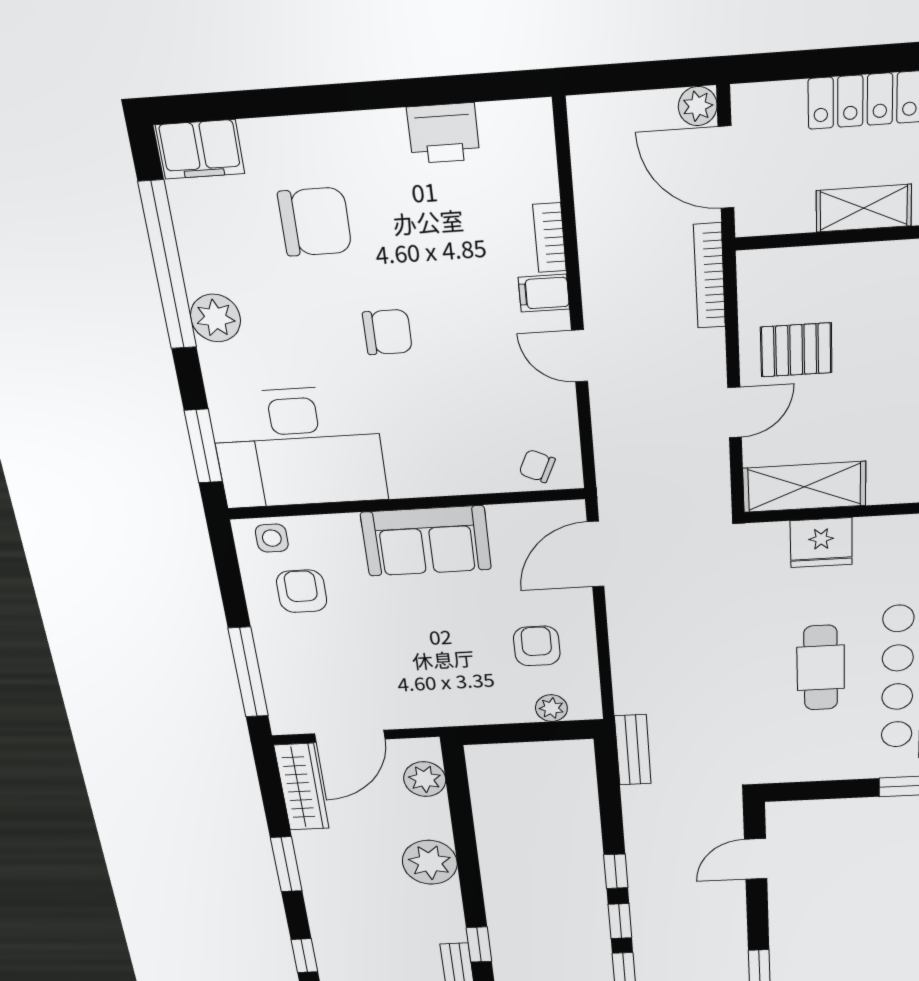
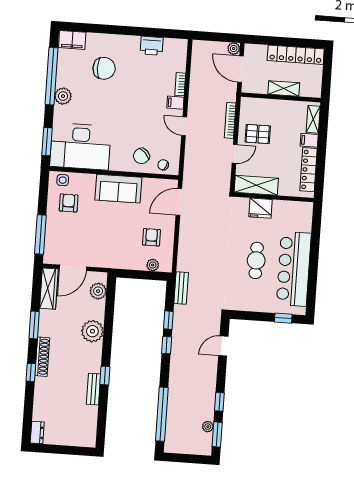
bookcase: (710, 276) -> (230, 120), moved
chair: (387, 332) -> (141, 156), moved, turned 135
window: (620, 921) -> (168, 320), moved
shoe rack: (323, 924) -> (42, 357), added

